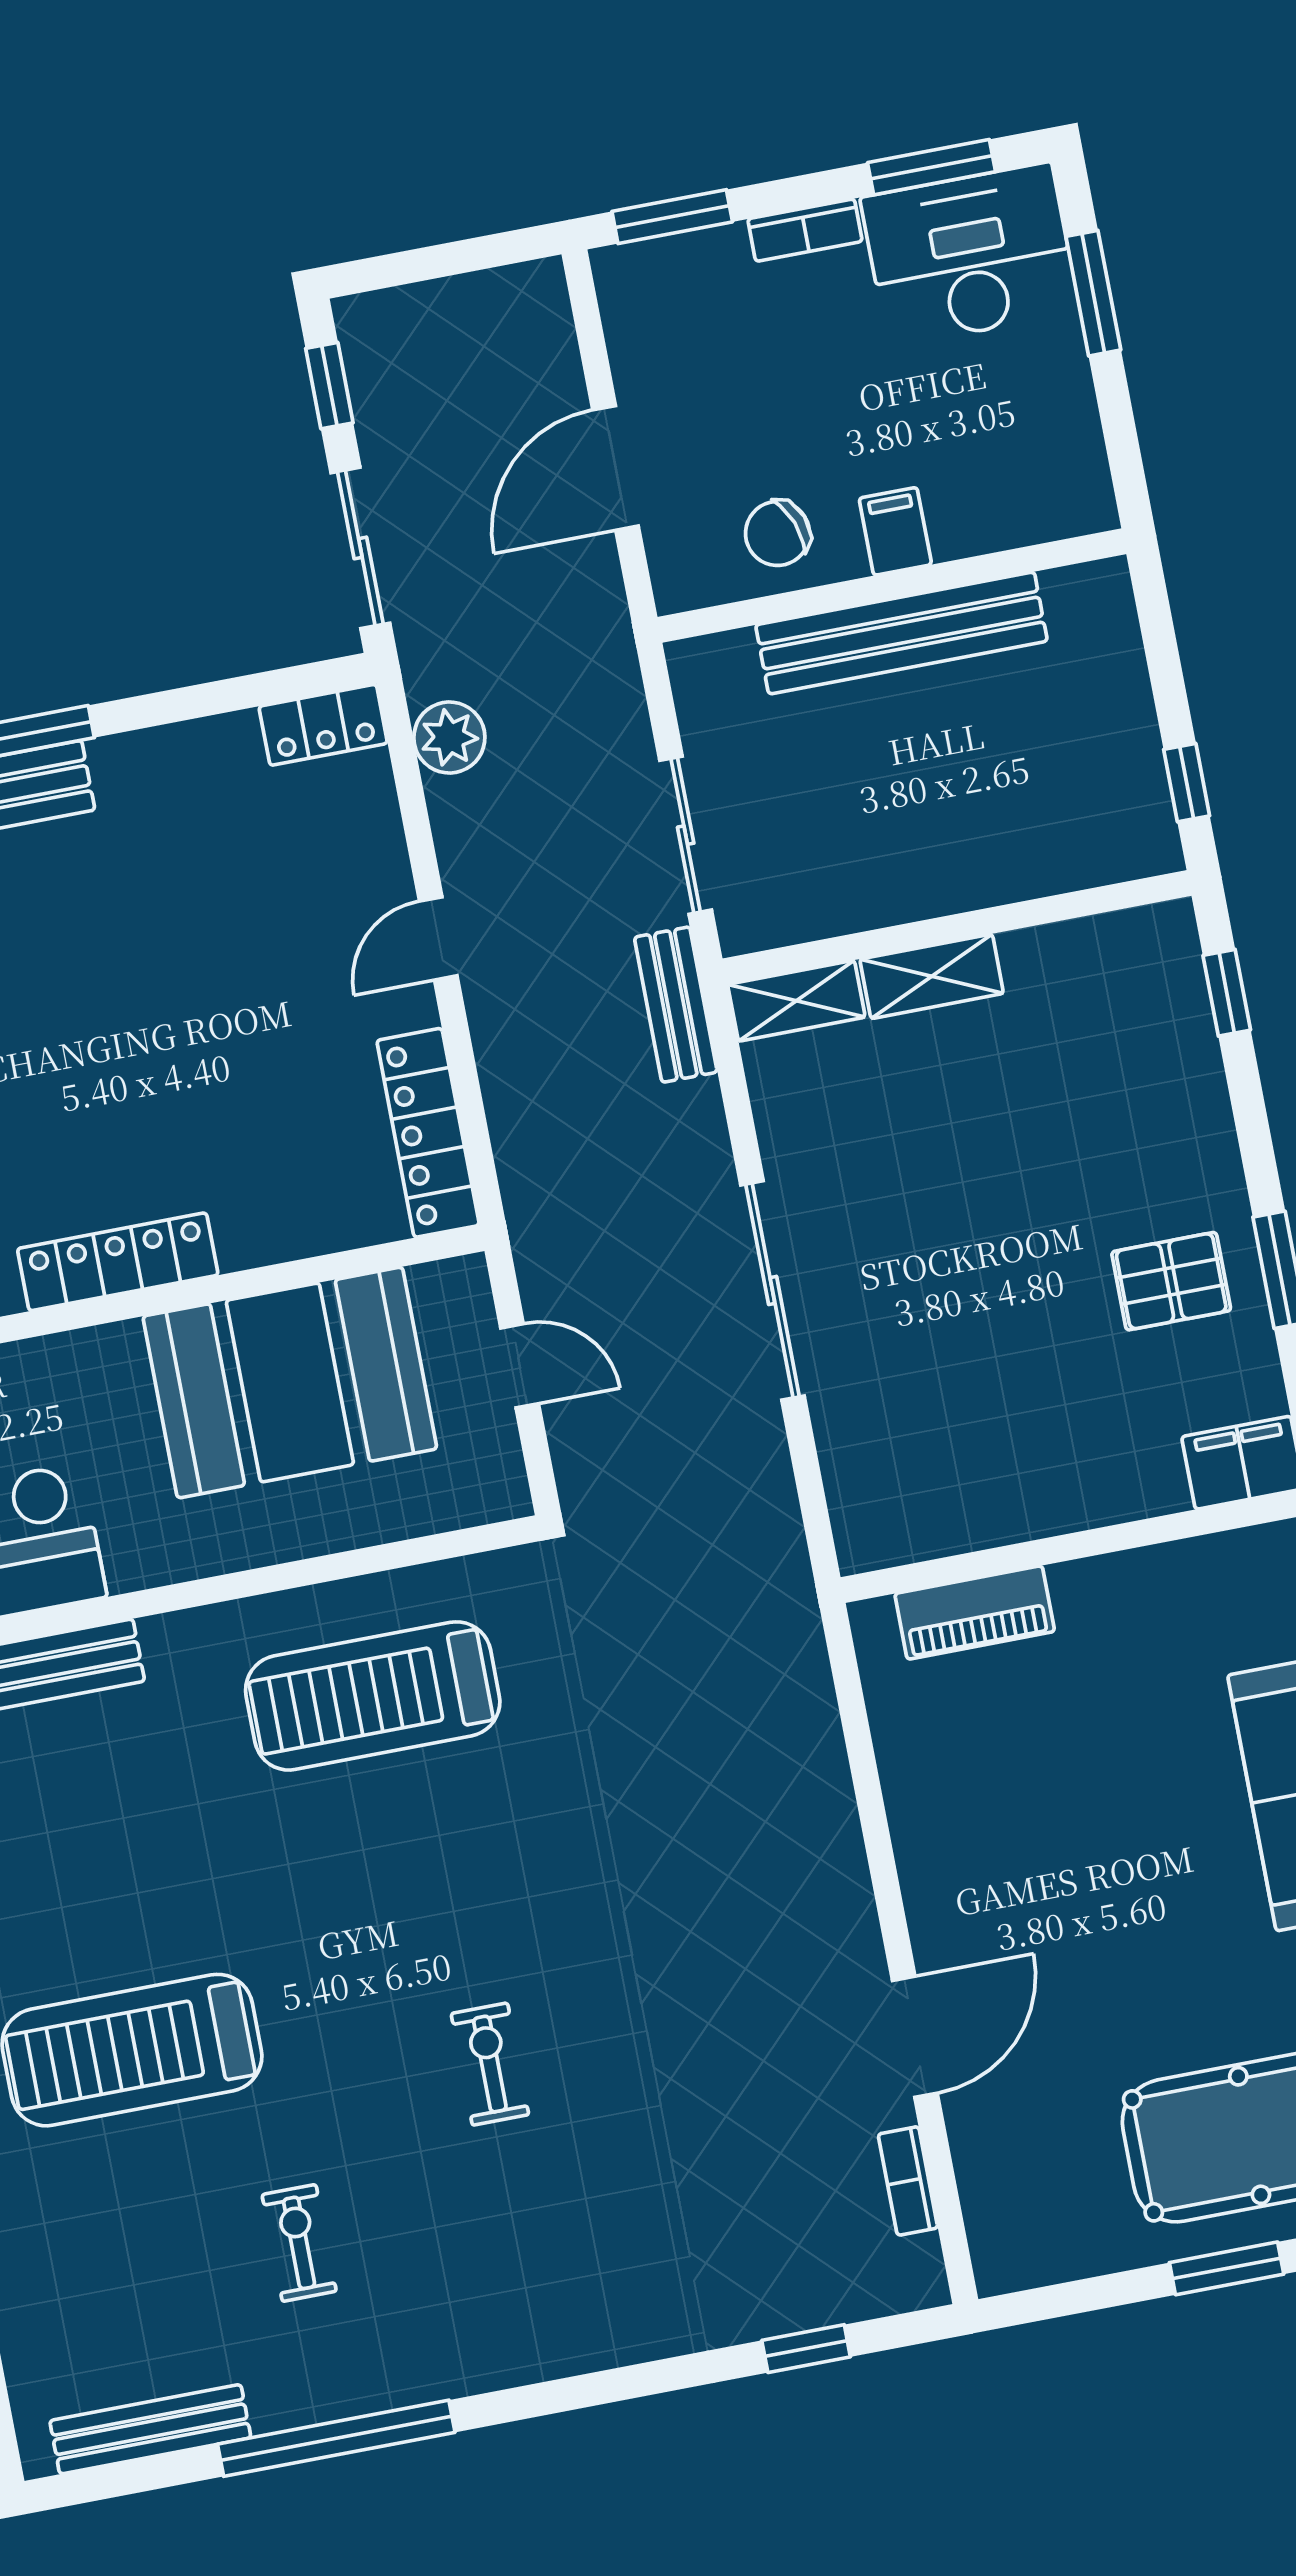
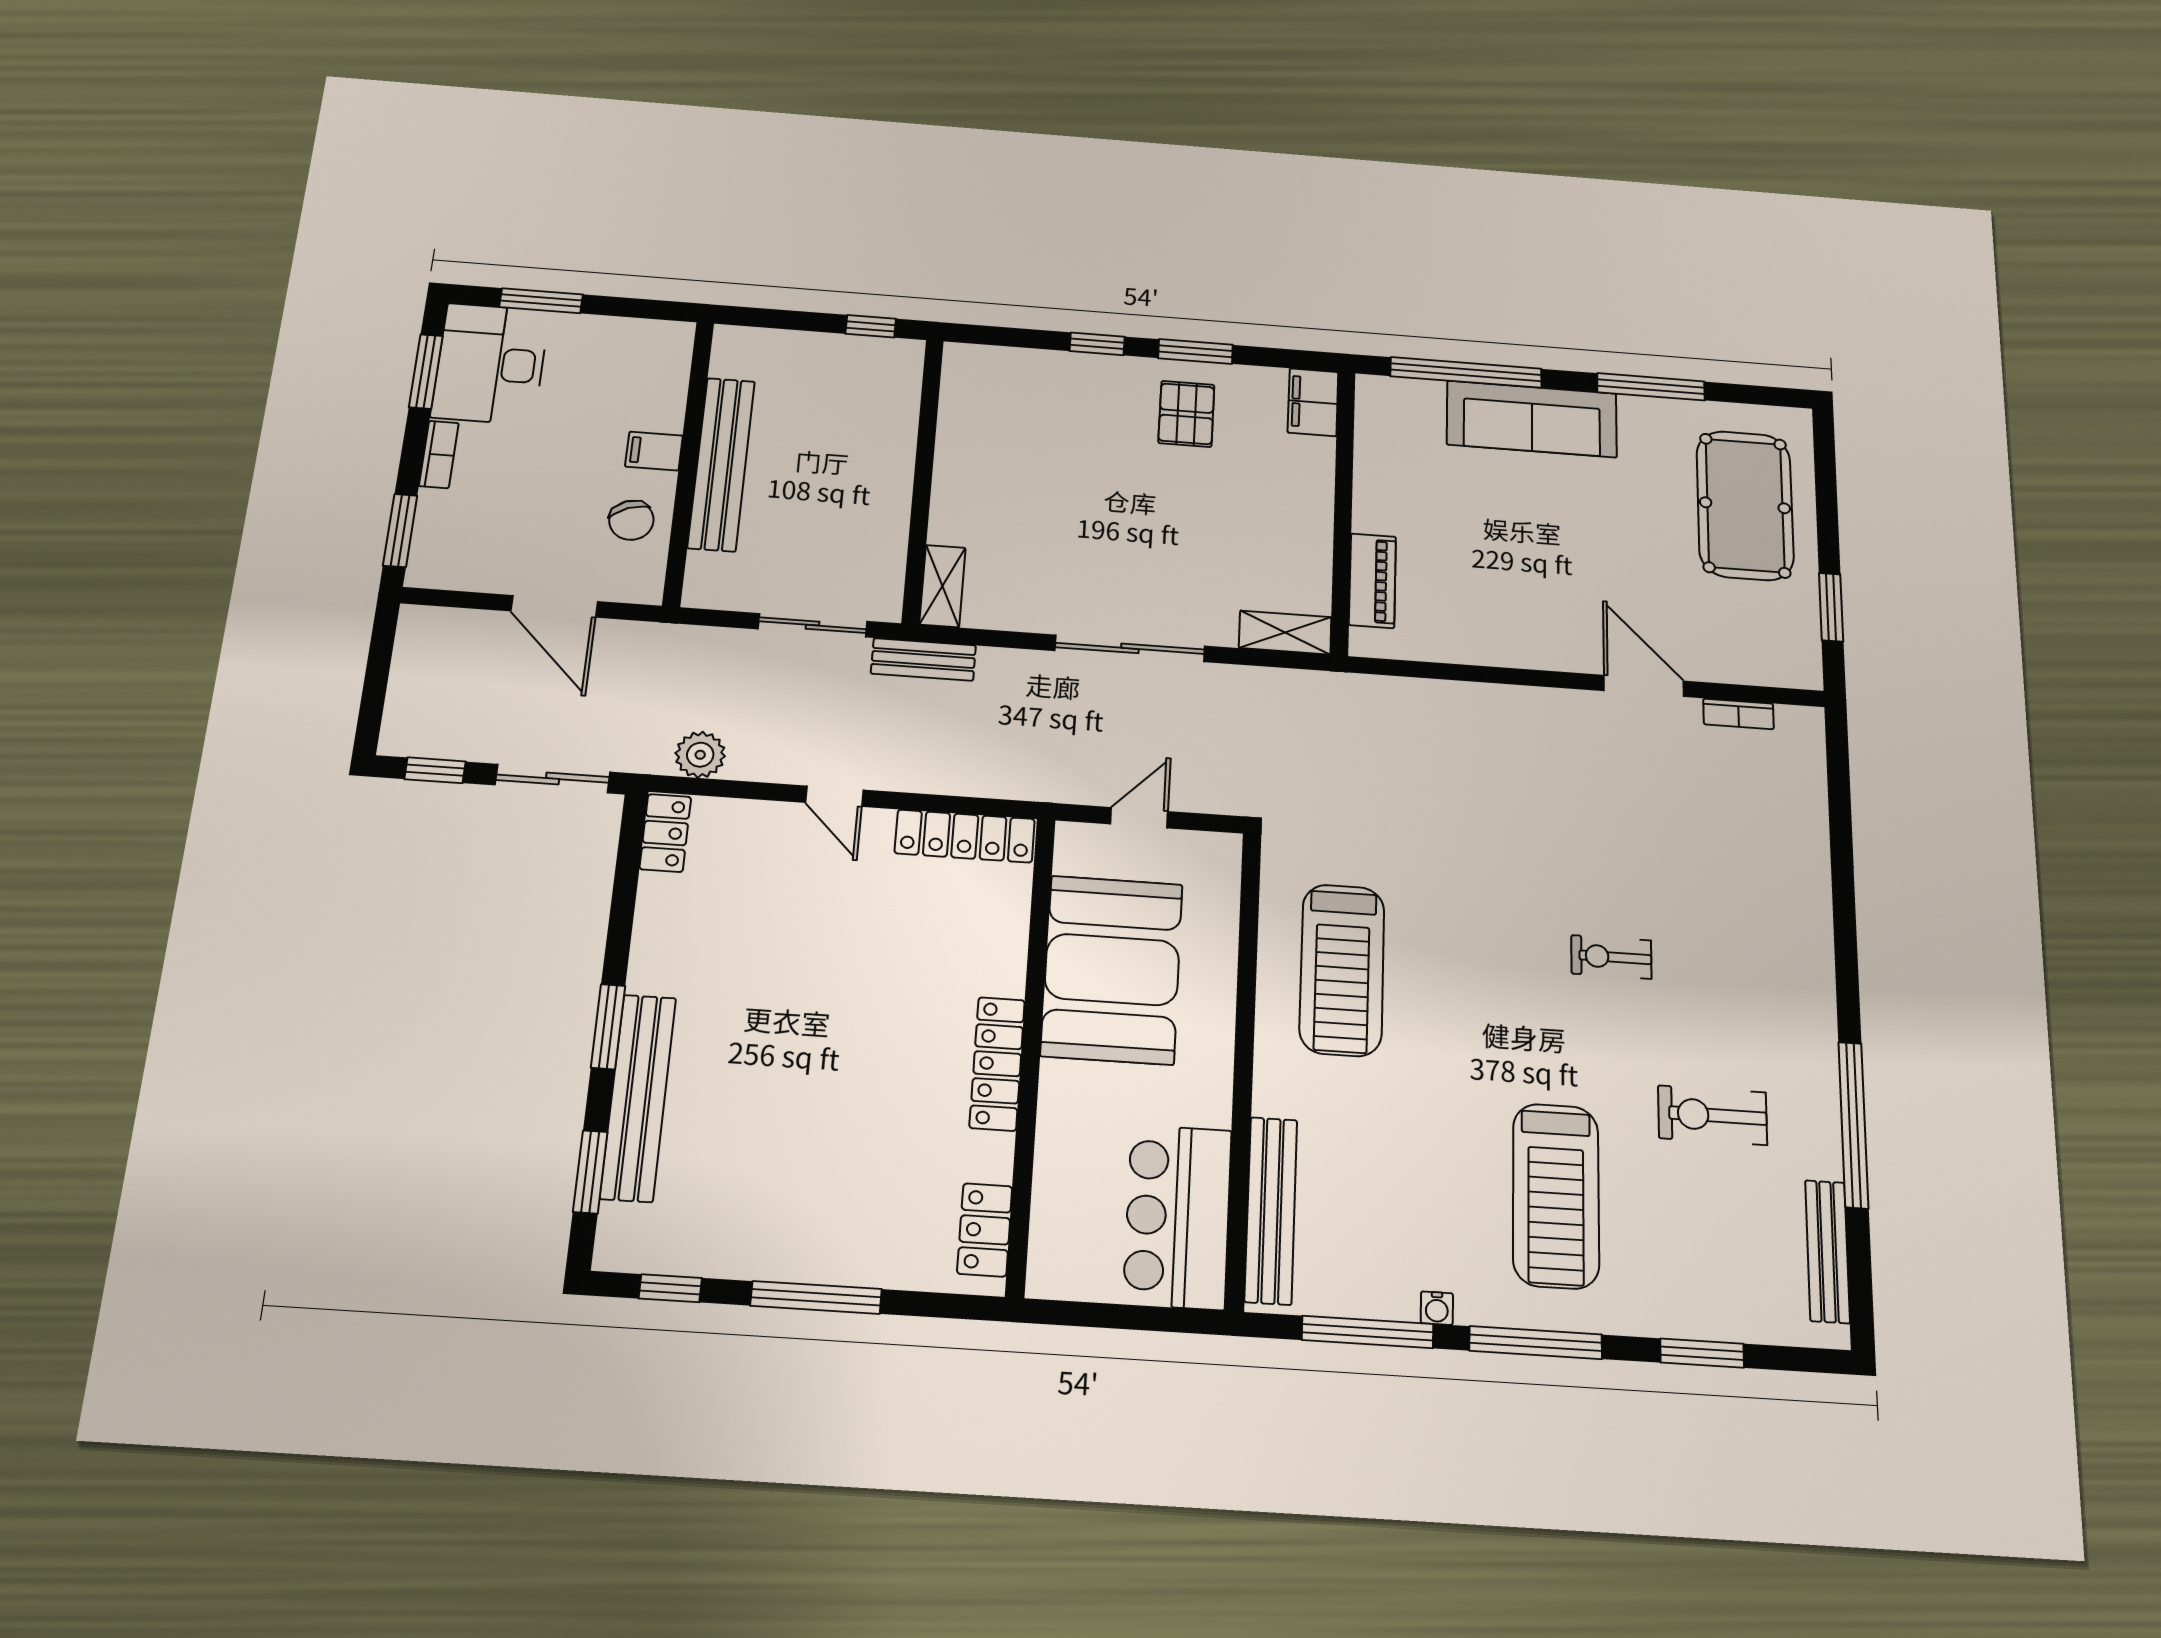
shelving: (932, 976) -> (1285, 633), moved, turned 90
window: (1227, 993) -> (1097, 344), moved
exercise bike: (299, 2243) -> (1713, 1115), width x1.38, depth x1.39
window: (1227, 2268) -> (1831, 607), moved
window: (806, 2349) -> (1840, 804), removed

